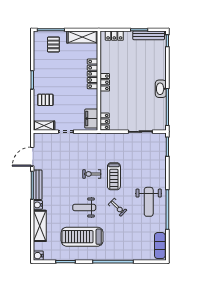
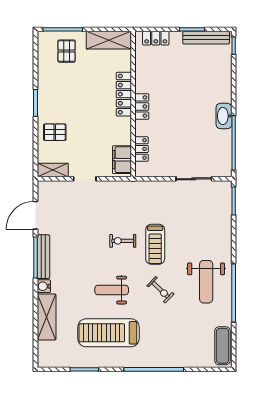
locker: (105, 121) -> (141, 149), moved
water cooler: (38, 256) -> (44, 361), removed

